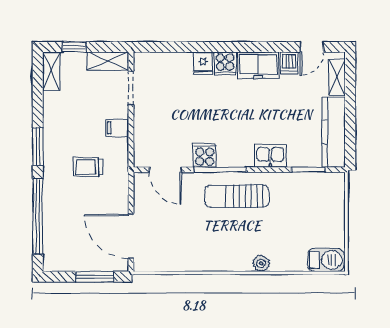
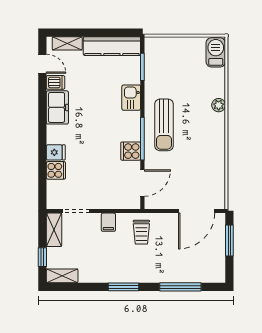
cooker: (225, 63) -> (56, 170), moved
trolley: (88, 167) -> (141, 232), moved
window: (38, 216) -> (180, 287), width x0.68

